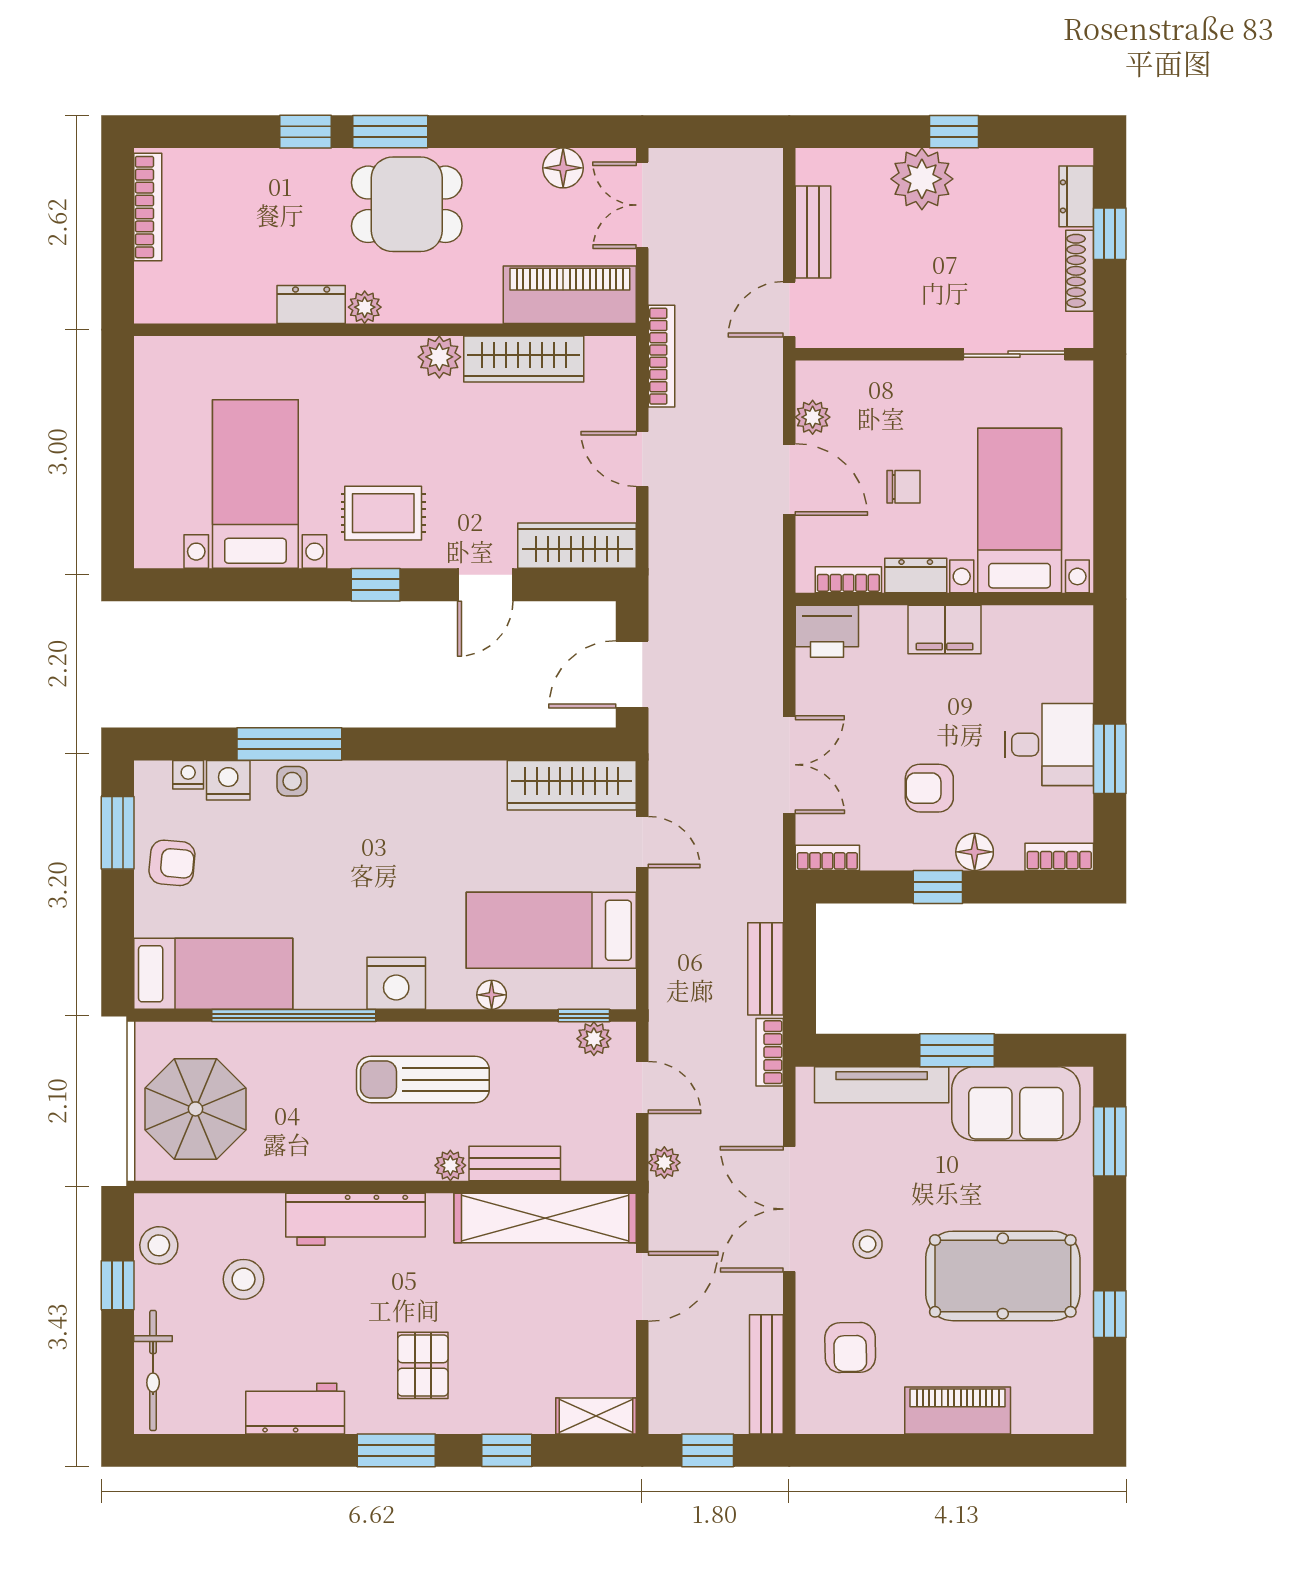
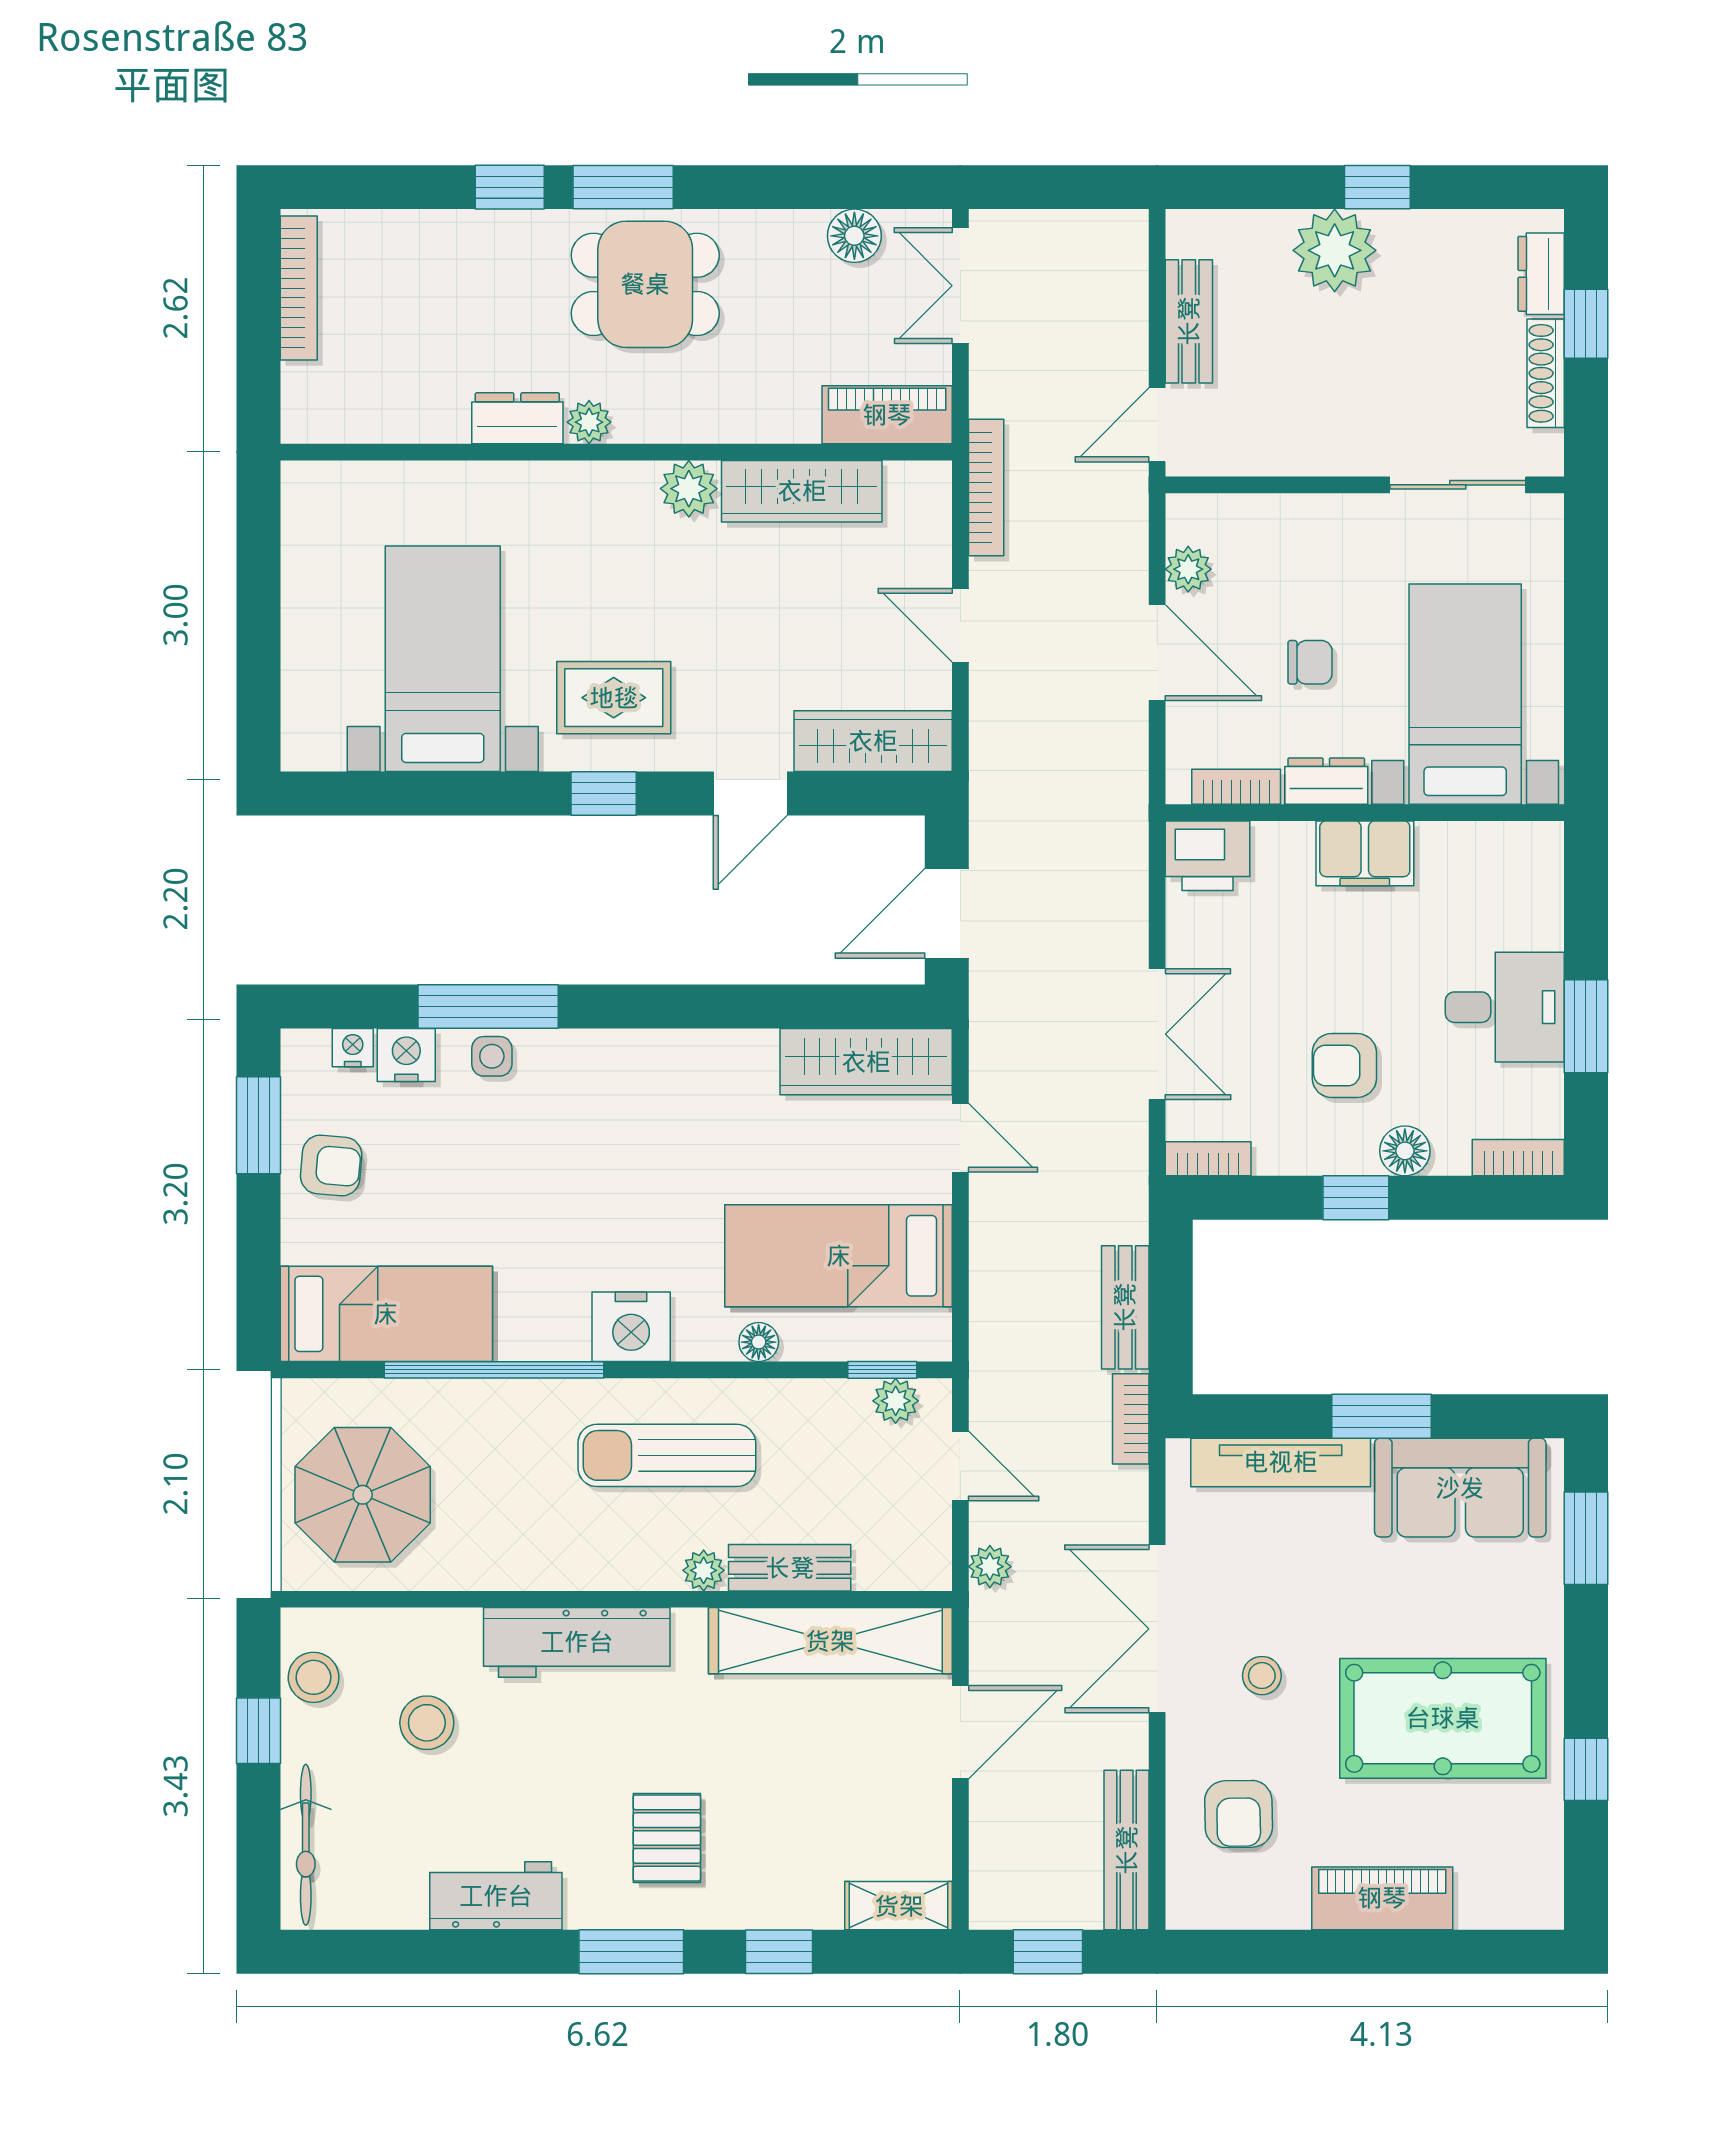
piano: (570, 295) -> (887, 415), width x0.73, depth x0.75

